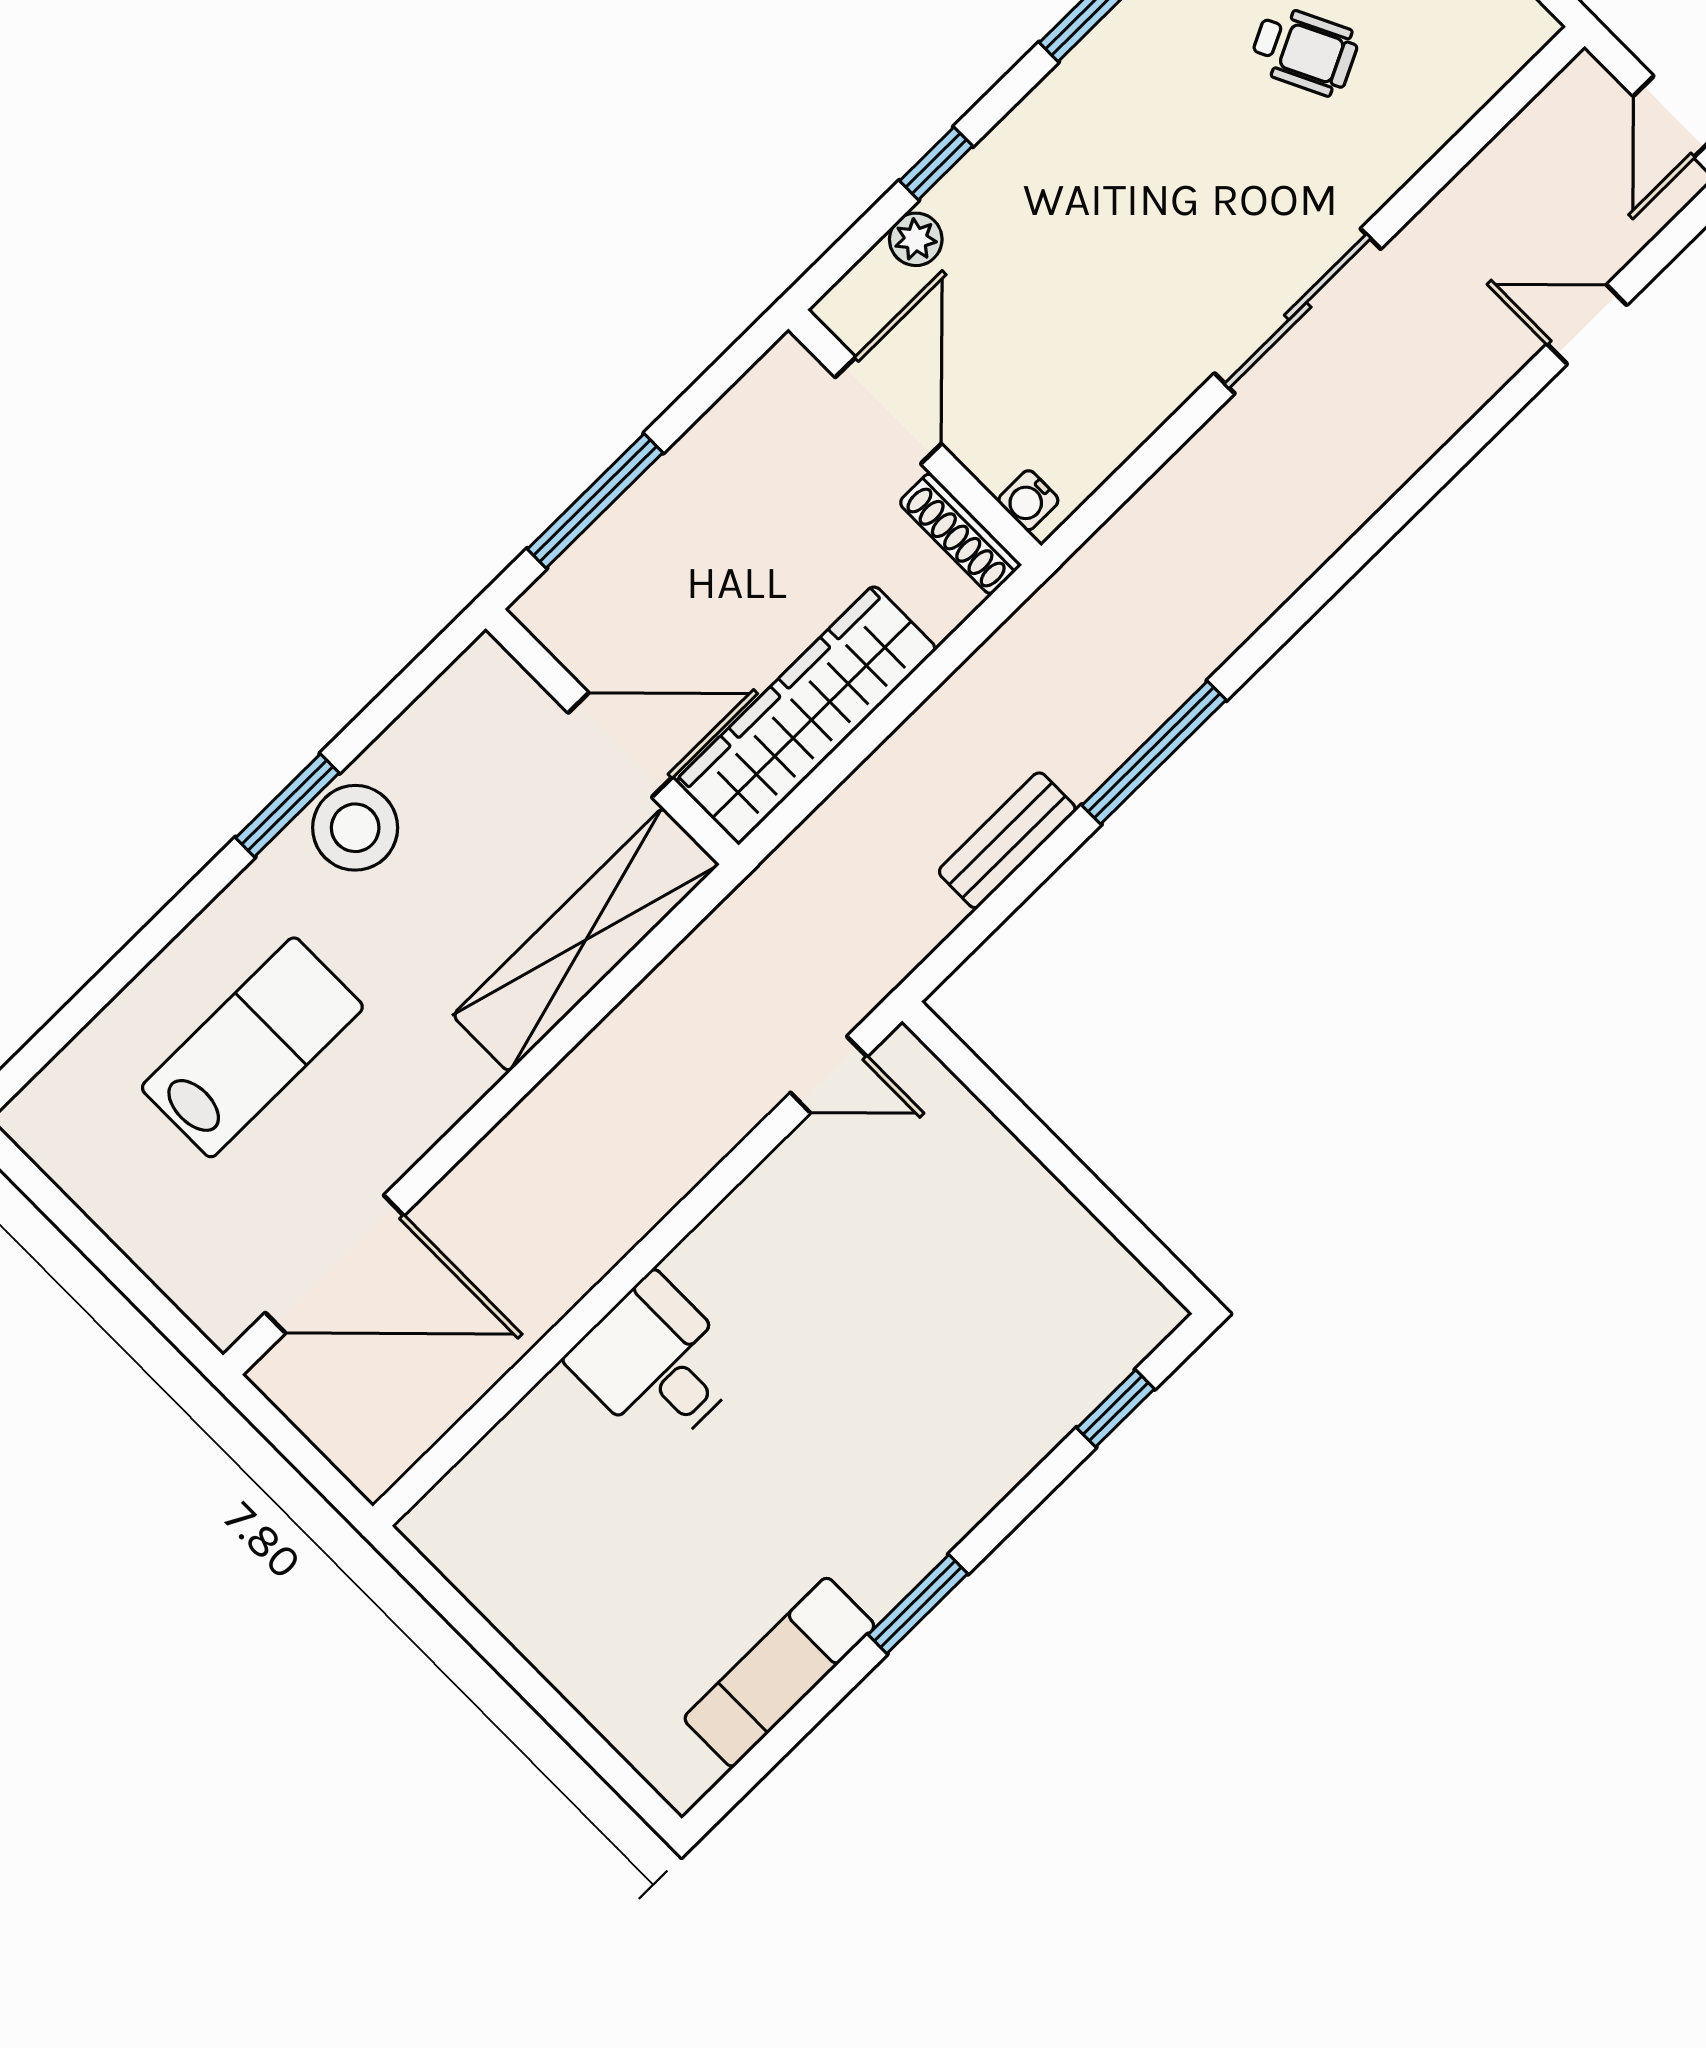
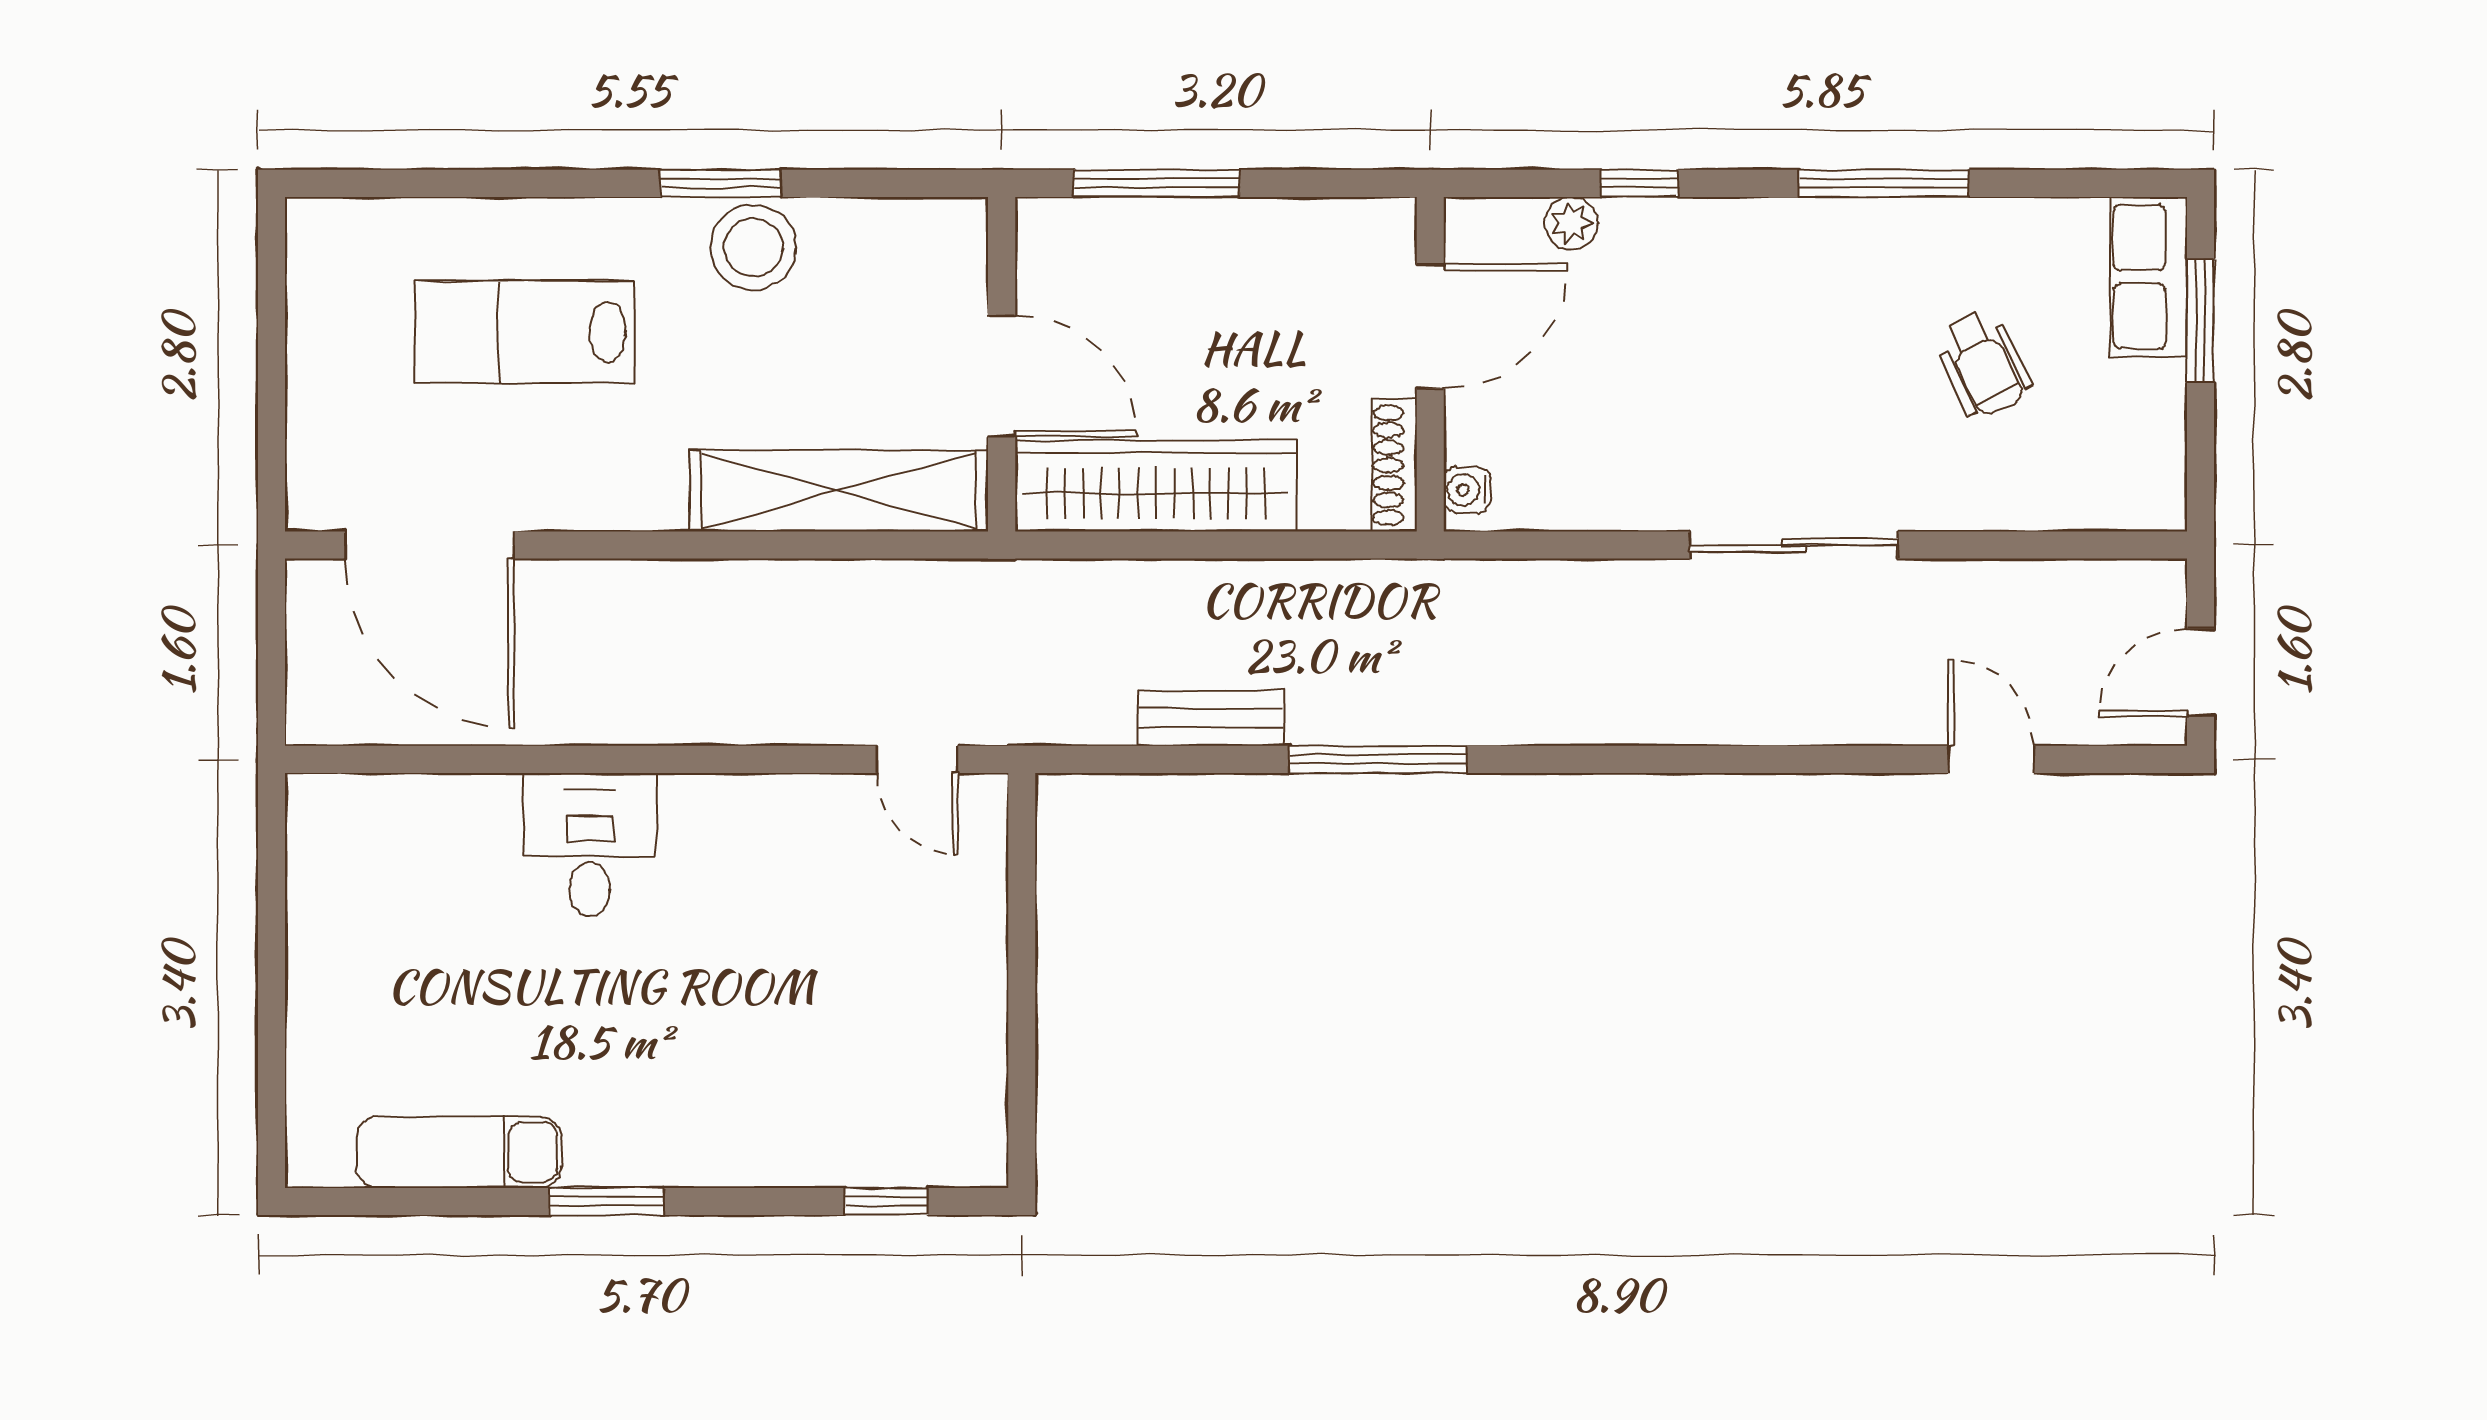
lab bench: (252, 1047) -> (524, 332), turned 180

